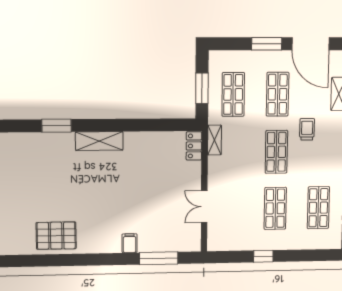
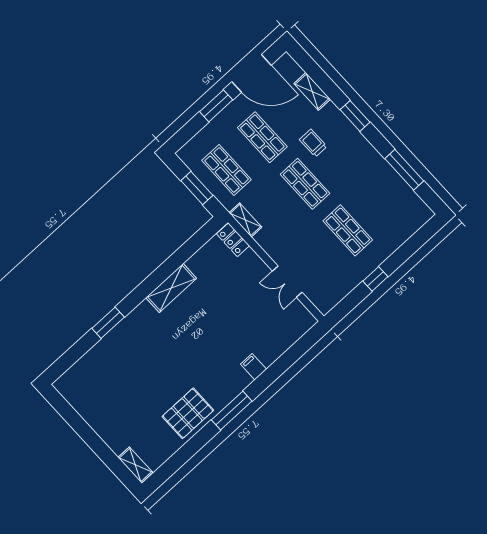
shelving: (99, 141) -> (171, 288), moved
shop shelf: (318, 208) -> (384, 198), removed
window: (159, 258) -> (232, 410), moved

